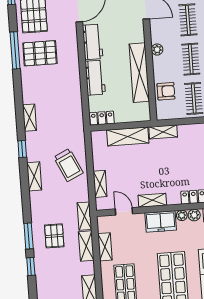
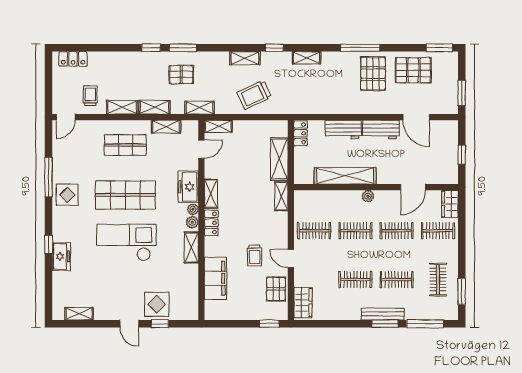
window: (15, 50) -> (360, 48), moved
armchair: (166, 91) -> (324, 202), removed
shelving: (100, 184) -> (218, 126), moved
shelving: (152, 200) -> (211, 194), moved
shelving: (86, 246) -> (154, 107), moved

